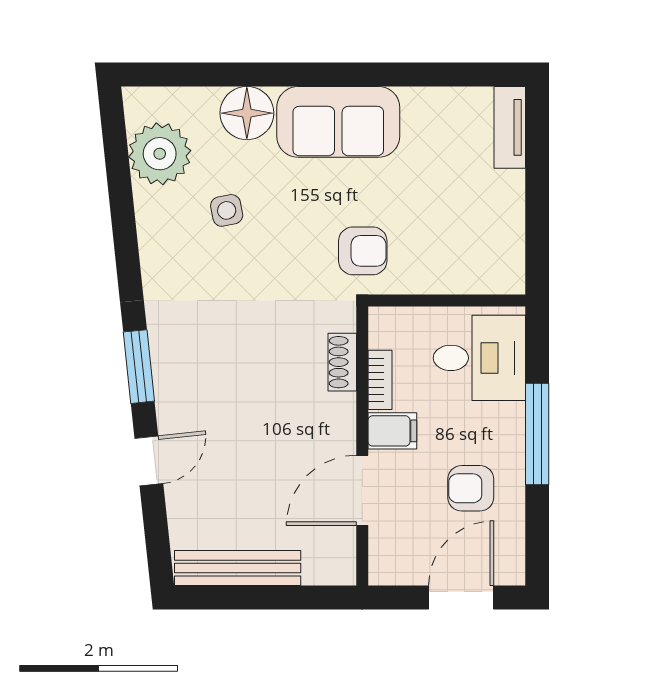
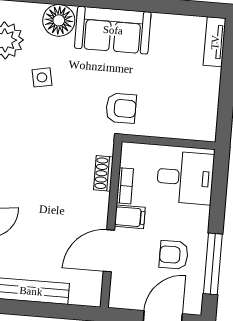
window: (537, 434) -> (213, 264), moved

